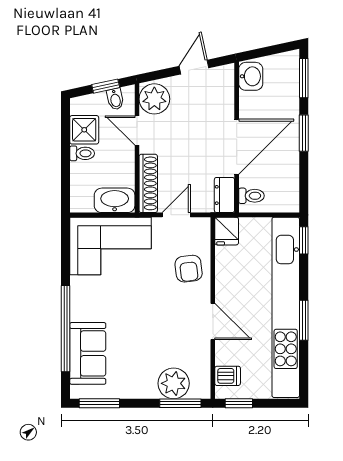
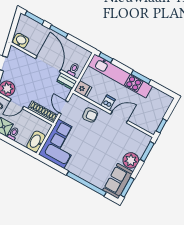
washbasin: (115, 200) -> (36, 142), moved
kitchen unit: (286, 307) -> (120, 76), width x0.73
sofa: (88, 353) -> (118, 181), moved, turned -90
dishwasher: (228, 376) -> (108, 103), moved
plant: (174, 383) -> (131, 160), moved

